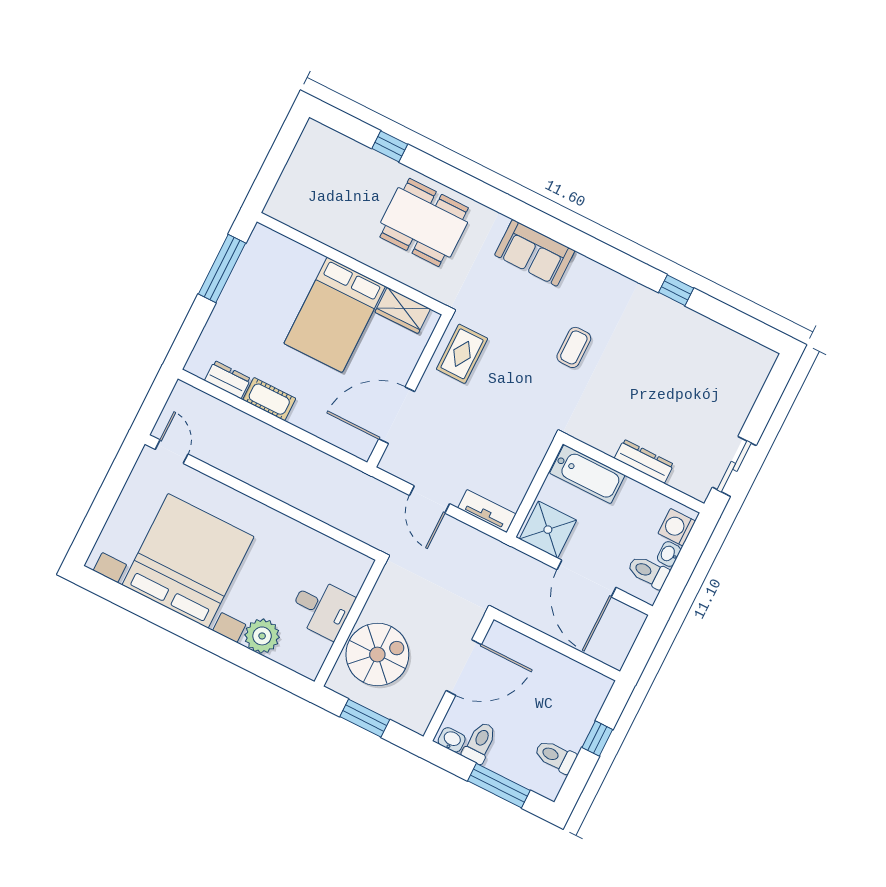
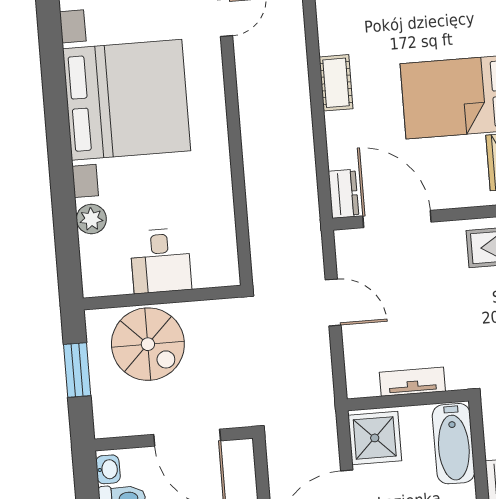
dresser: (228, 380) -> (343, 194), moved
door: (430, 500) -> (333, 302), swing flipped
tv unit: (487, 511) -> (412, 382), moved, turned -90
plant: (262, 636) -> (91, 219), width x0.73, depth x0.73

